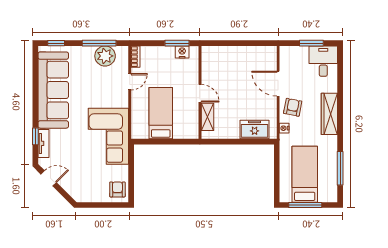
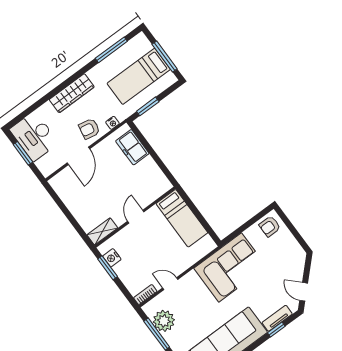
desk: (323, 61) -> (34, 136), width x1.37
bed: (161, 113) -> (182, 218), moved, turned -90
shelving: (207, 117) -> (102, 231), moved
window: (277, 164) -> (148, 106), added

